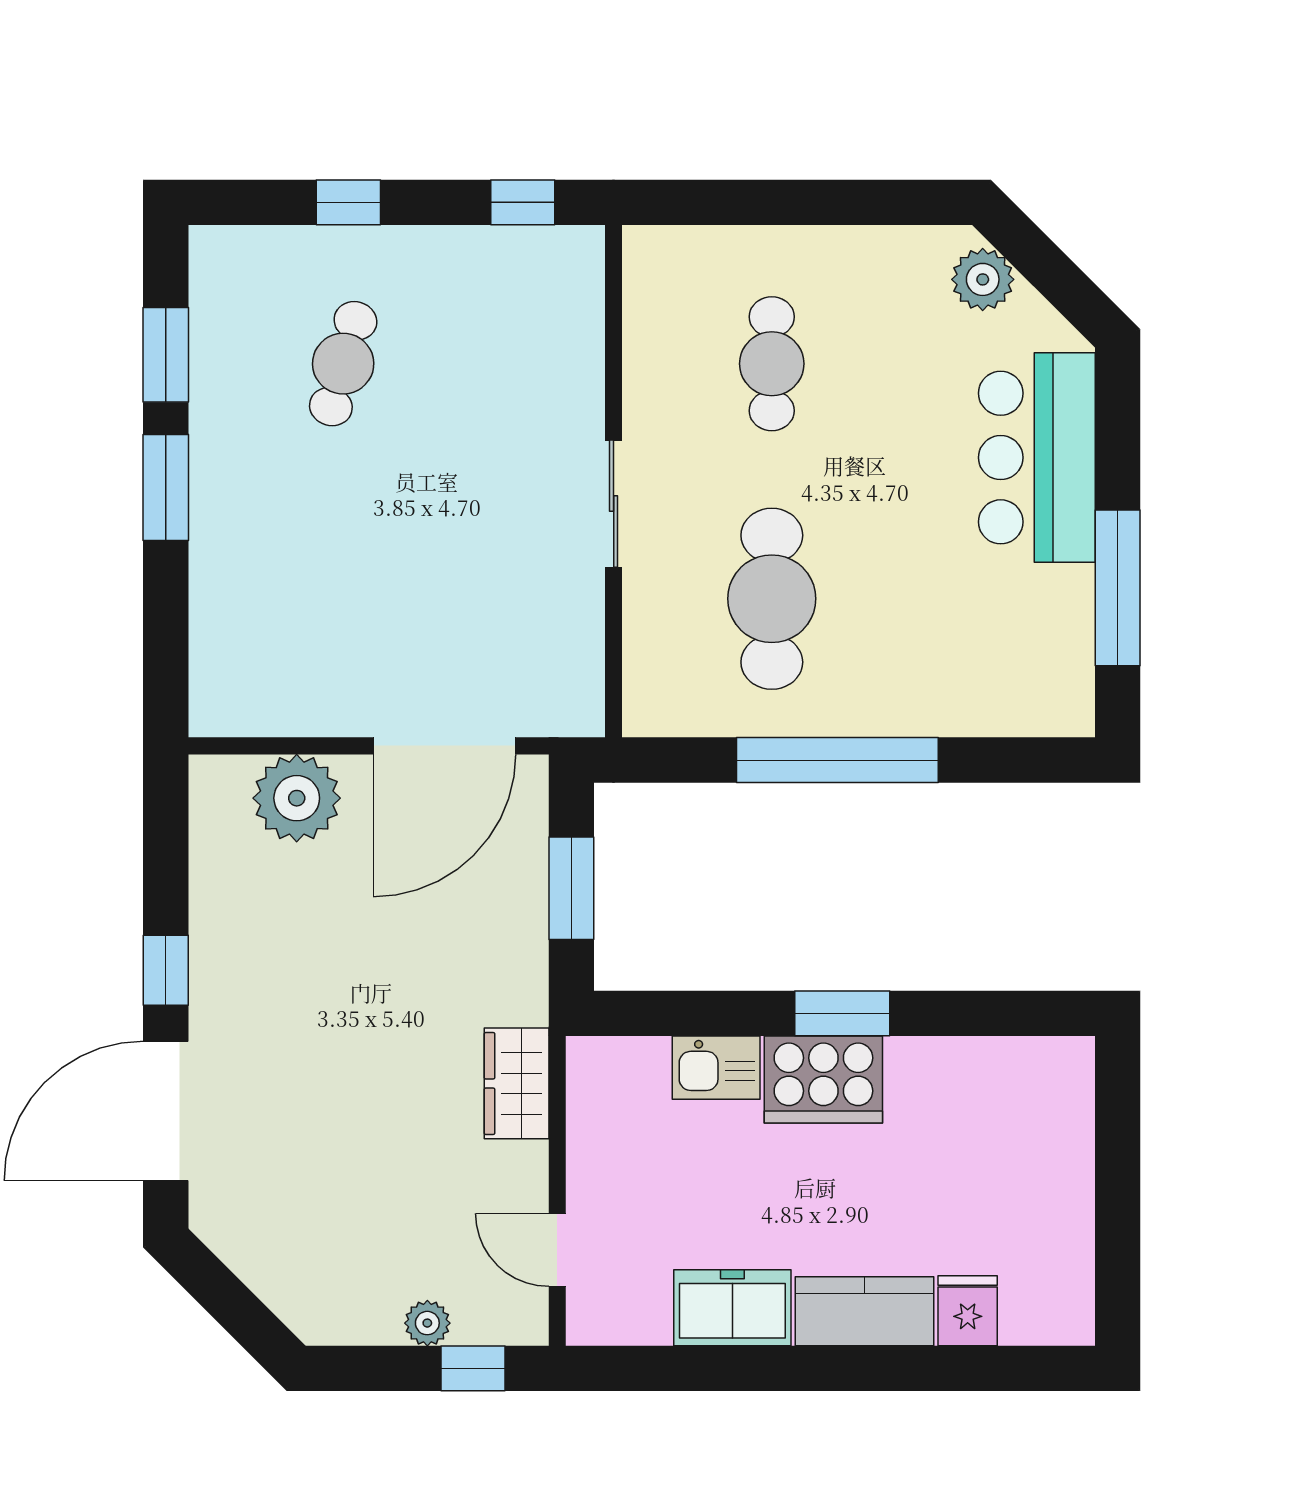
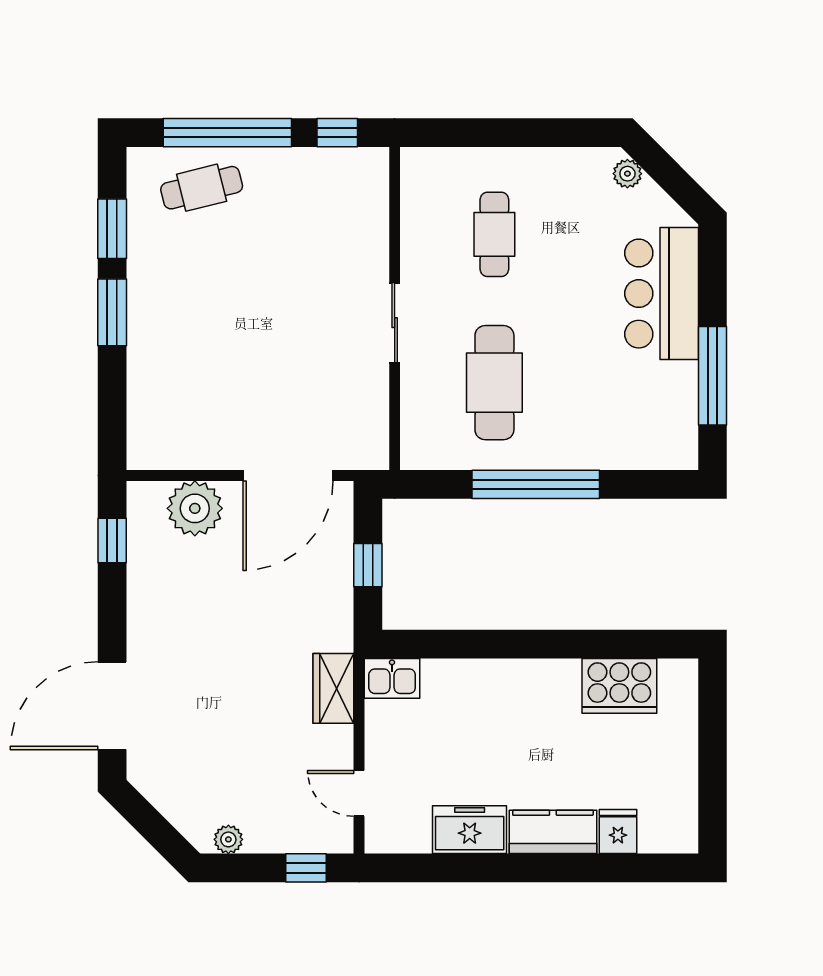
window: (348, 202) -> (227, 133), width x3.17
plant: (983, 279) -> (627, 174), width x0.73, depth x0.73
cafe table: (343, 364) -> (202, 188), moved, turned 60
window: (571, 888) -> (368, 565), width x0.67
window: (166, 970) -> (112, 541), moved
window: (842, 1013) -> (539, 644), removed
kitchen sink: (716, 1068) -> (392, 678), moved
cooker: (823, 1080) -> (619, 686), moved
plant: (427, 1323) -> (228, 839), moved

